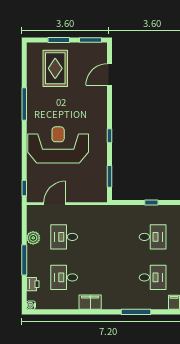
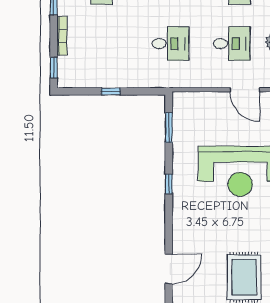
door: (55, 204) -> (245, 90), hinge flipped
desk: (153, 237) -> (170, 44), moved, turned 180

